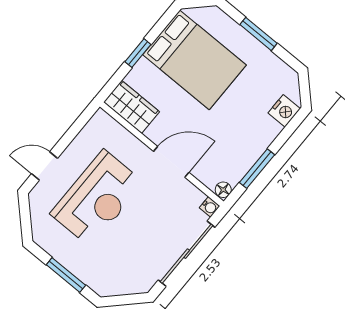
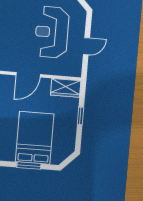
bed: (194, 60) -> (35, 138), moved, turned 90
door: (45, 166) -> (86, 46), moved

